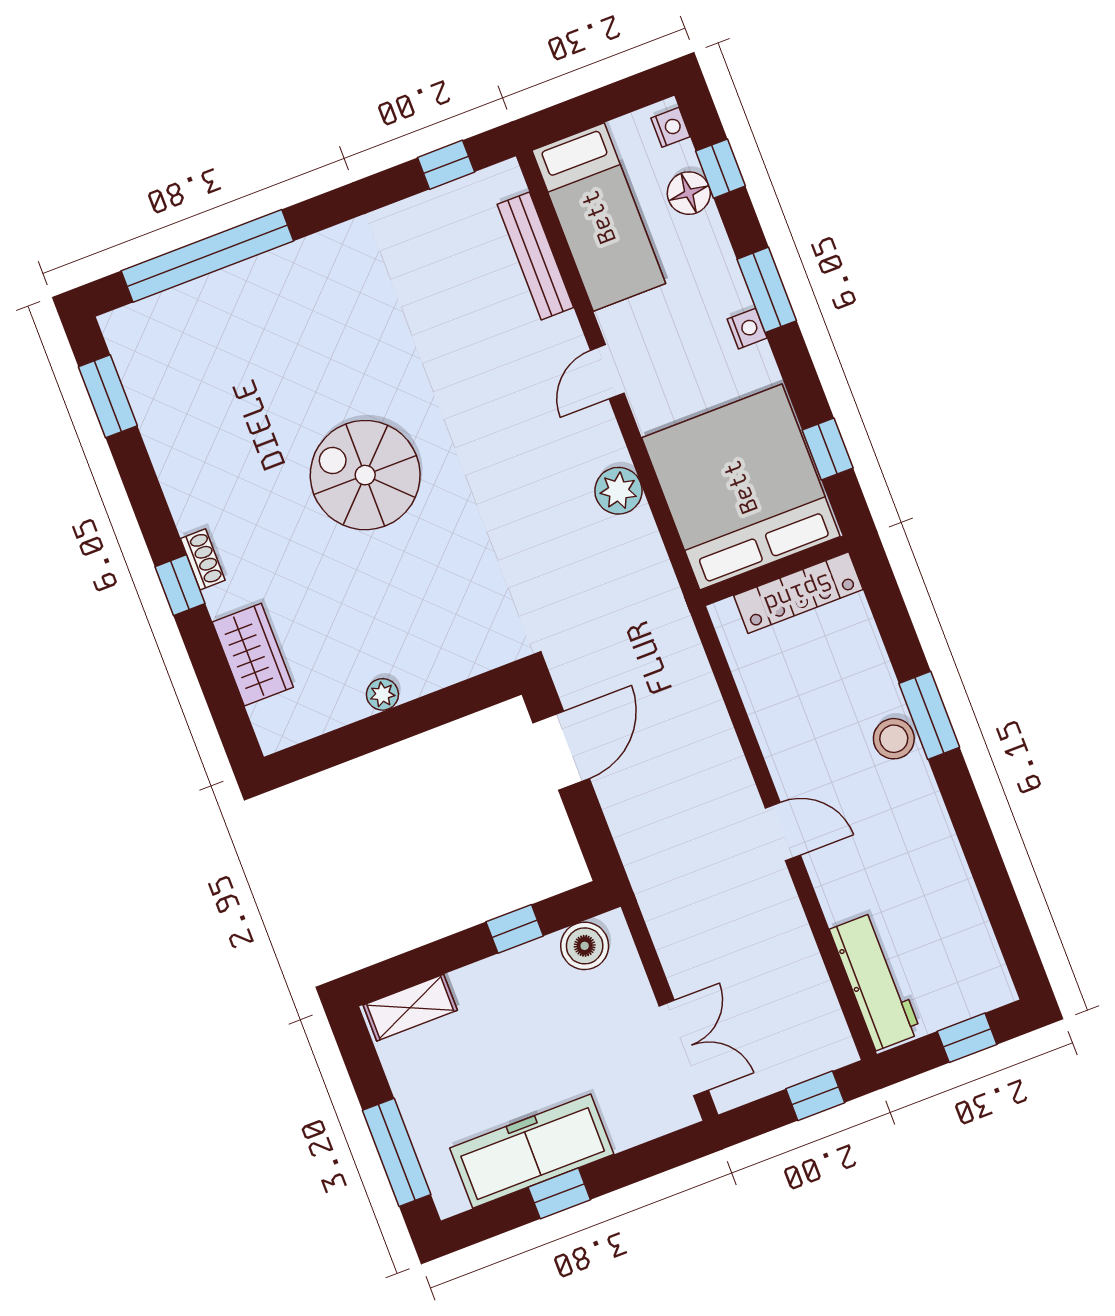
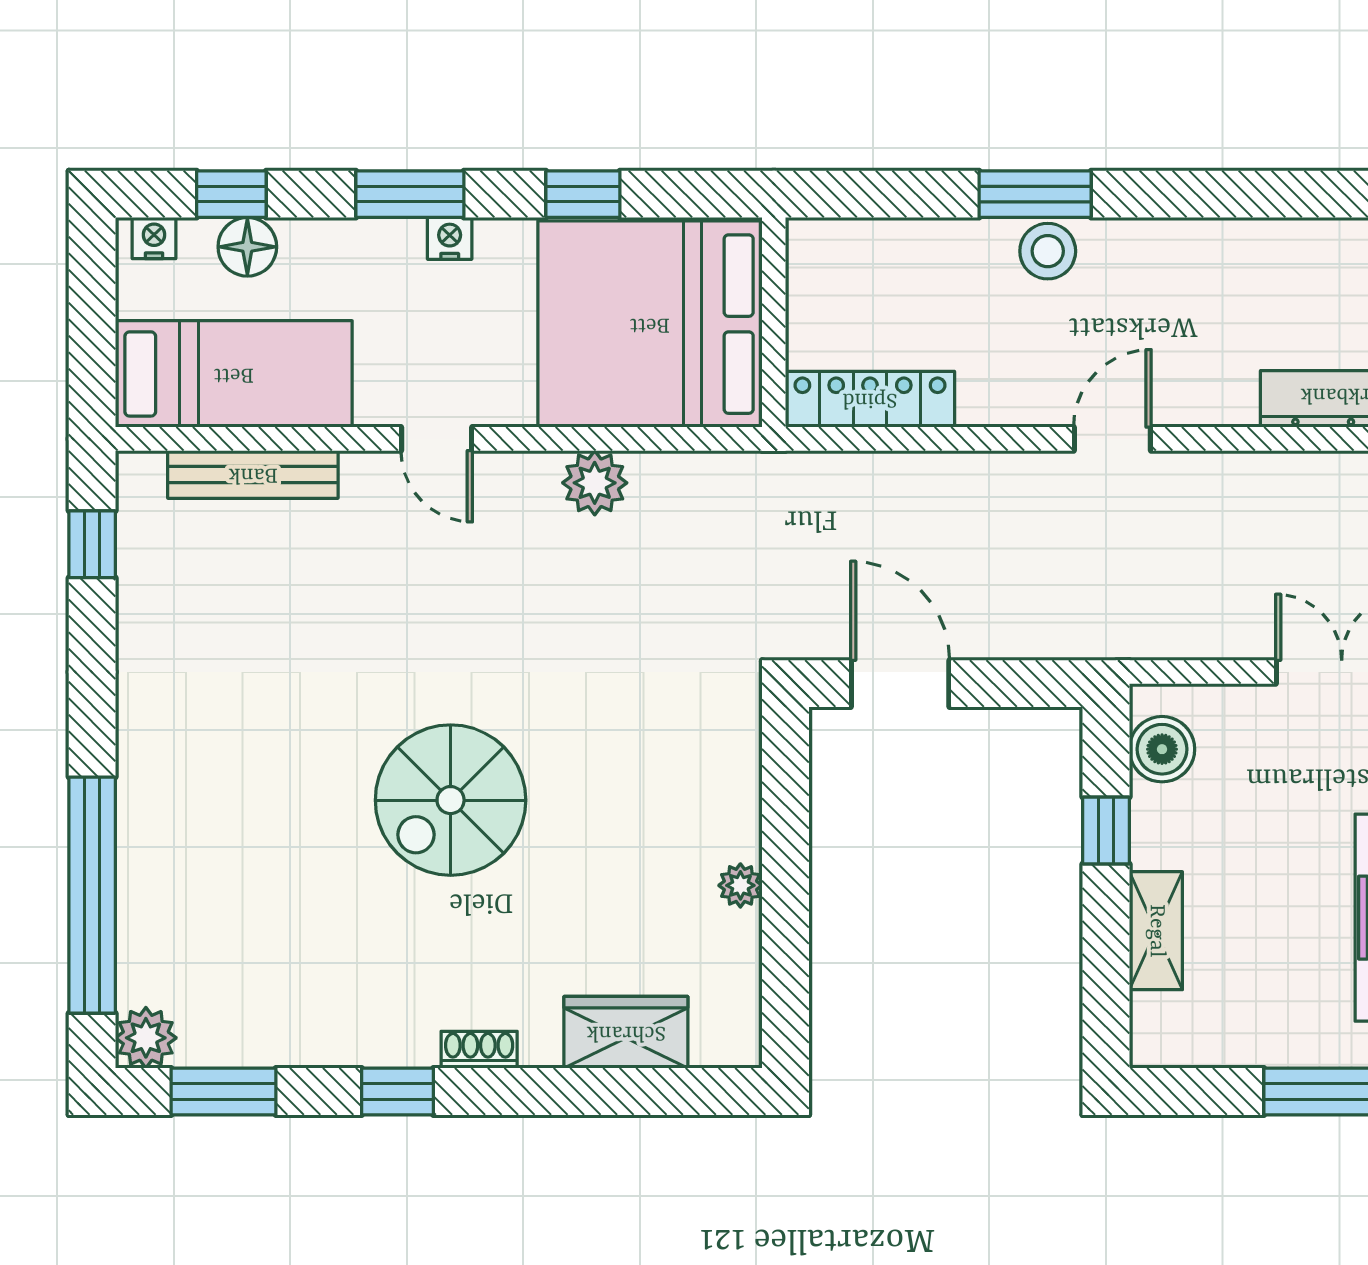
plant: (124, 330) -> (146, 1038), added
window: (828, 449) -> (583, 194), moved
window: (180, 585) -> (398, 1092), moved
locker: (798, 593) -> (870, 399), moved, turned -90
shelving: (410, 1008) -> (1156, 931), moved

